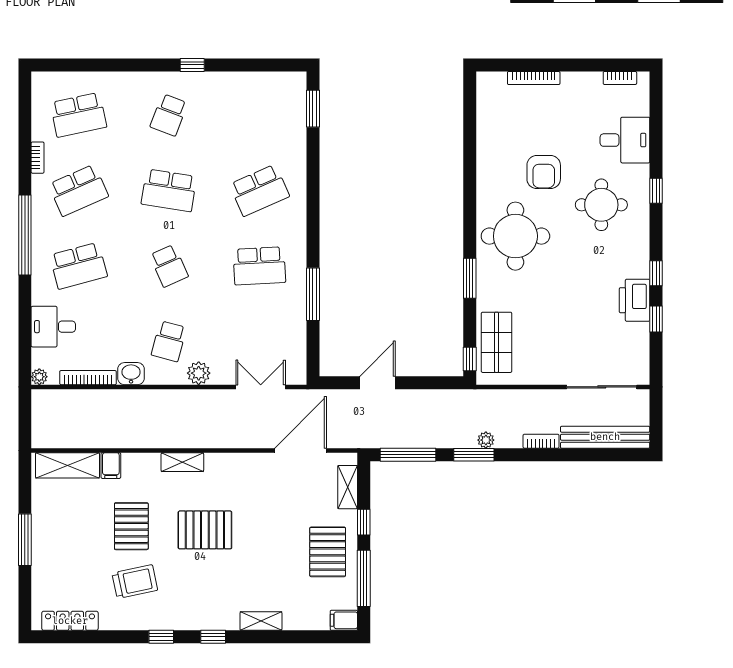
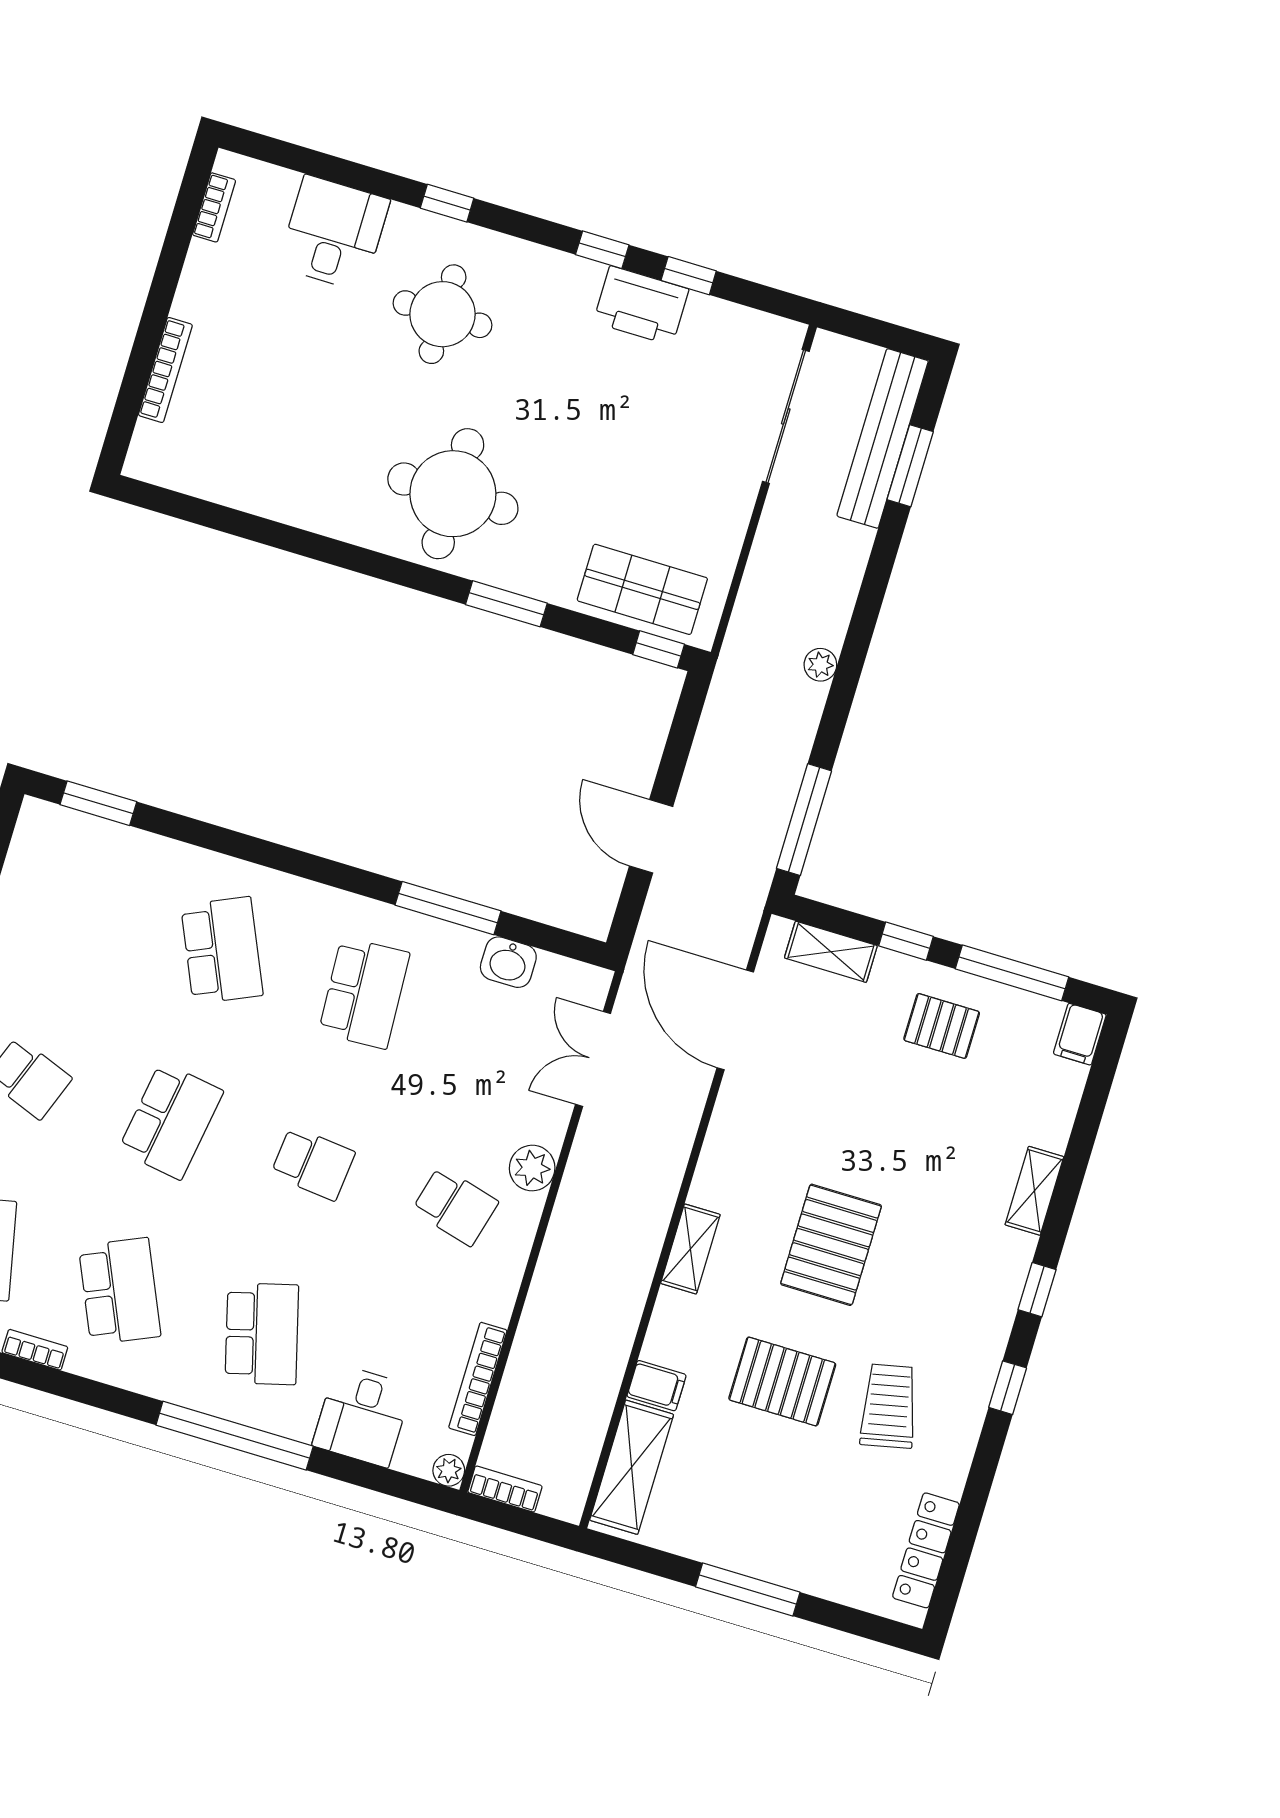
armchair: (544, 172) -> (348, 404), removed
window: (25, 235) -> (235, 1436), moved
school desk: (169, 266) -> (313, 1163), turned 30
washbasin: (131, 374) -> (508, 962), moved, turned -90
bookcase: (541, 441) -> (505, 1489), moved, turned 90
window: (474, 455) -> (910, 466), moved
pallet: (328, 552) -> (942, 1026), width x0.67, depth x0.71

